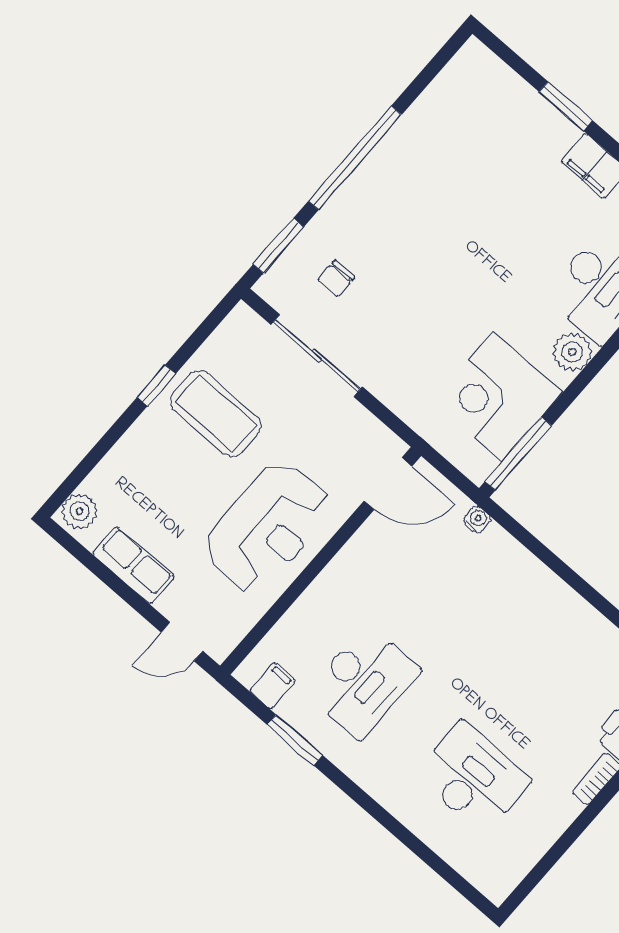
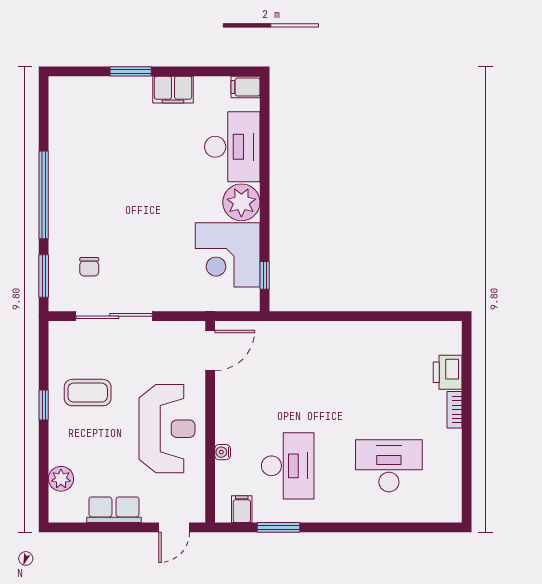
plant: (572, 352) -> (241, 202), width x1.36, depth x1.36
coffee table: (216, 413) -> (88, 393), width x0.73, depth x0.76
window: (518, 454) -> (265, 275), width x0.46
plant: (79, 511) -> (61, 479), moved
water cooler: (477, 520) -> (223, 452), moved, turned -90

